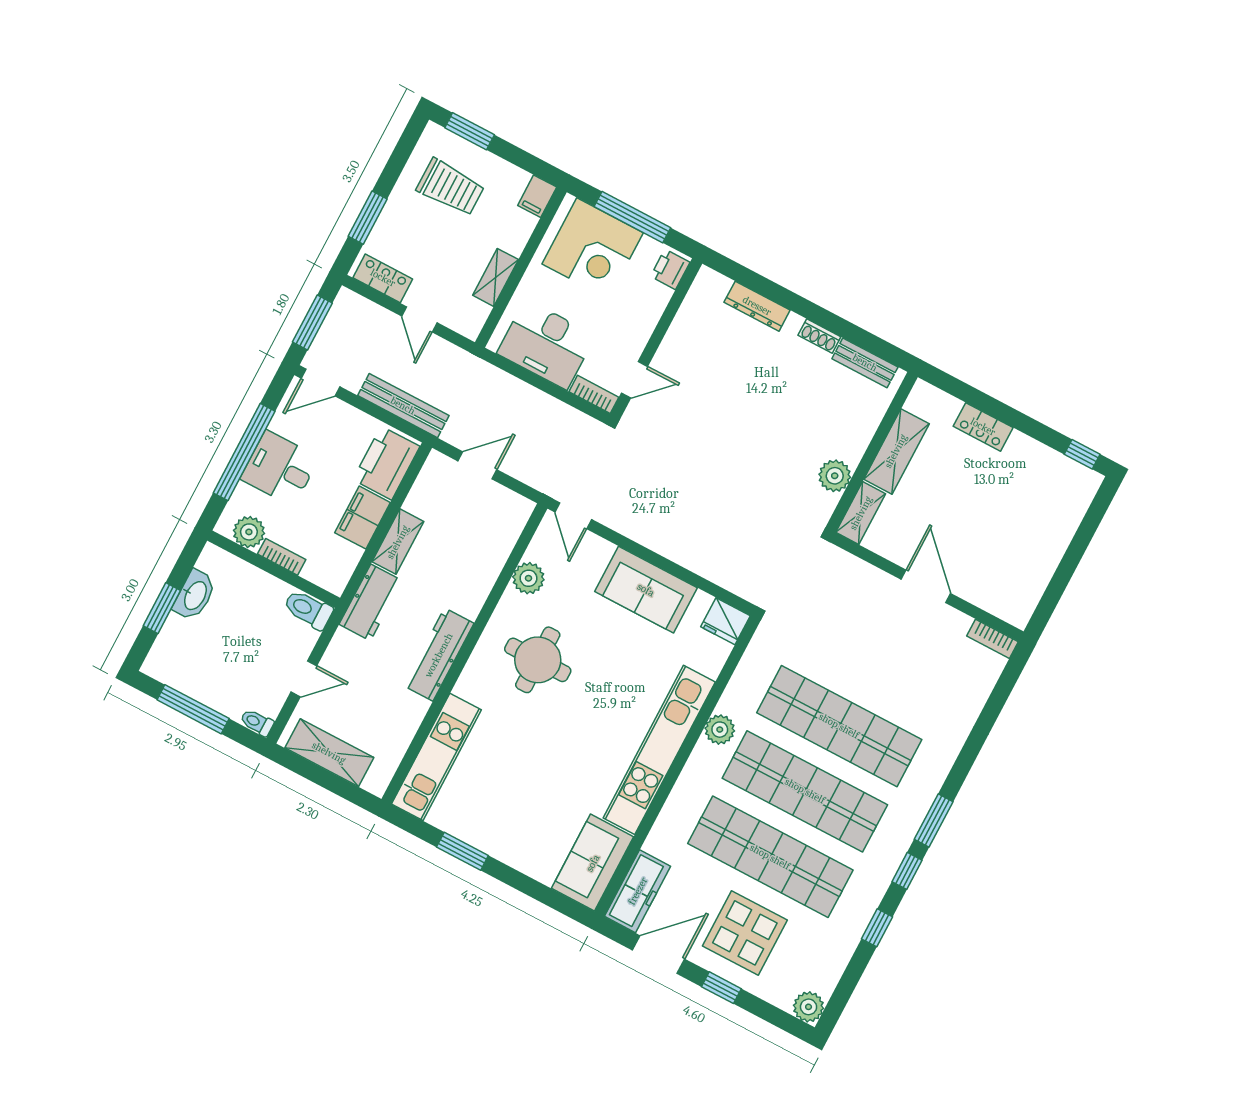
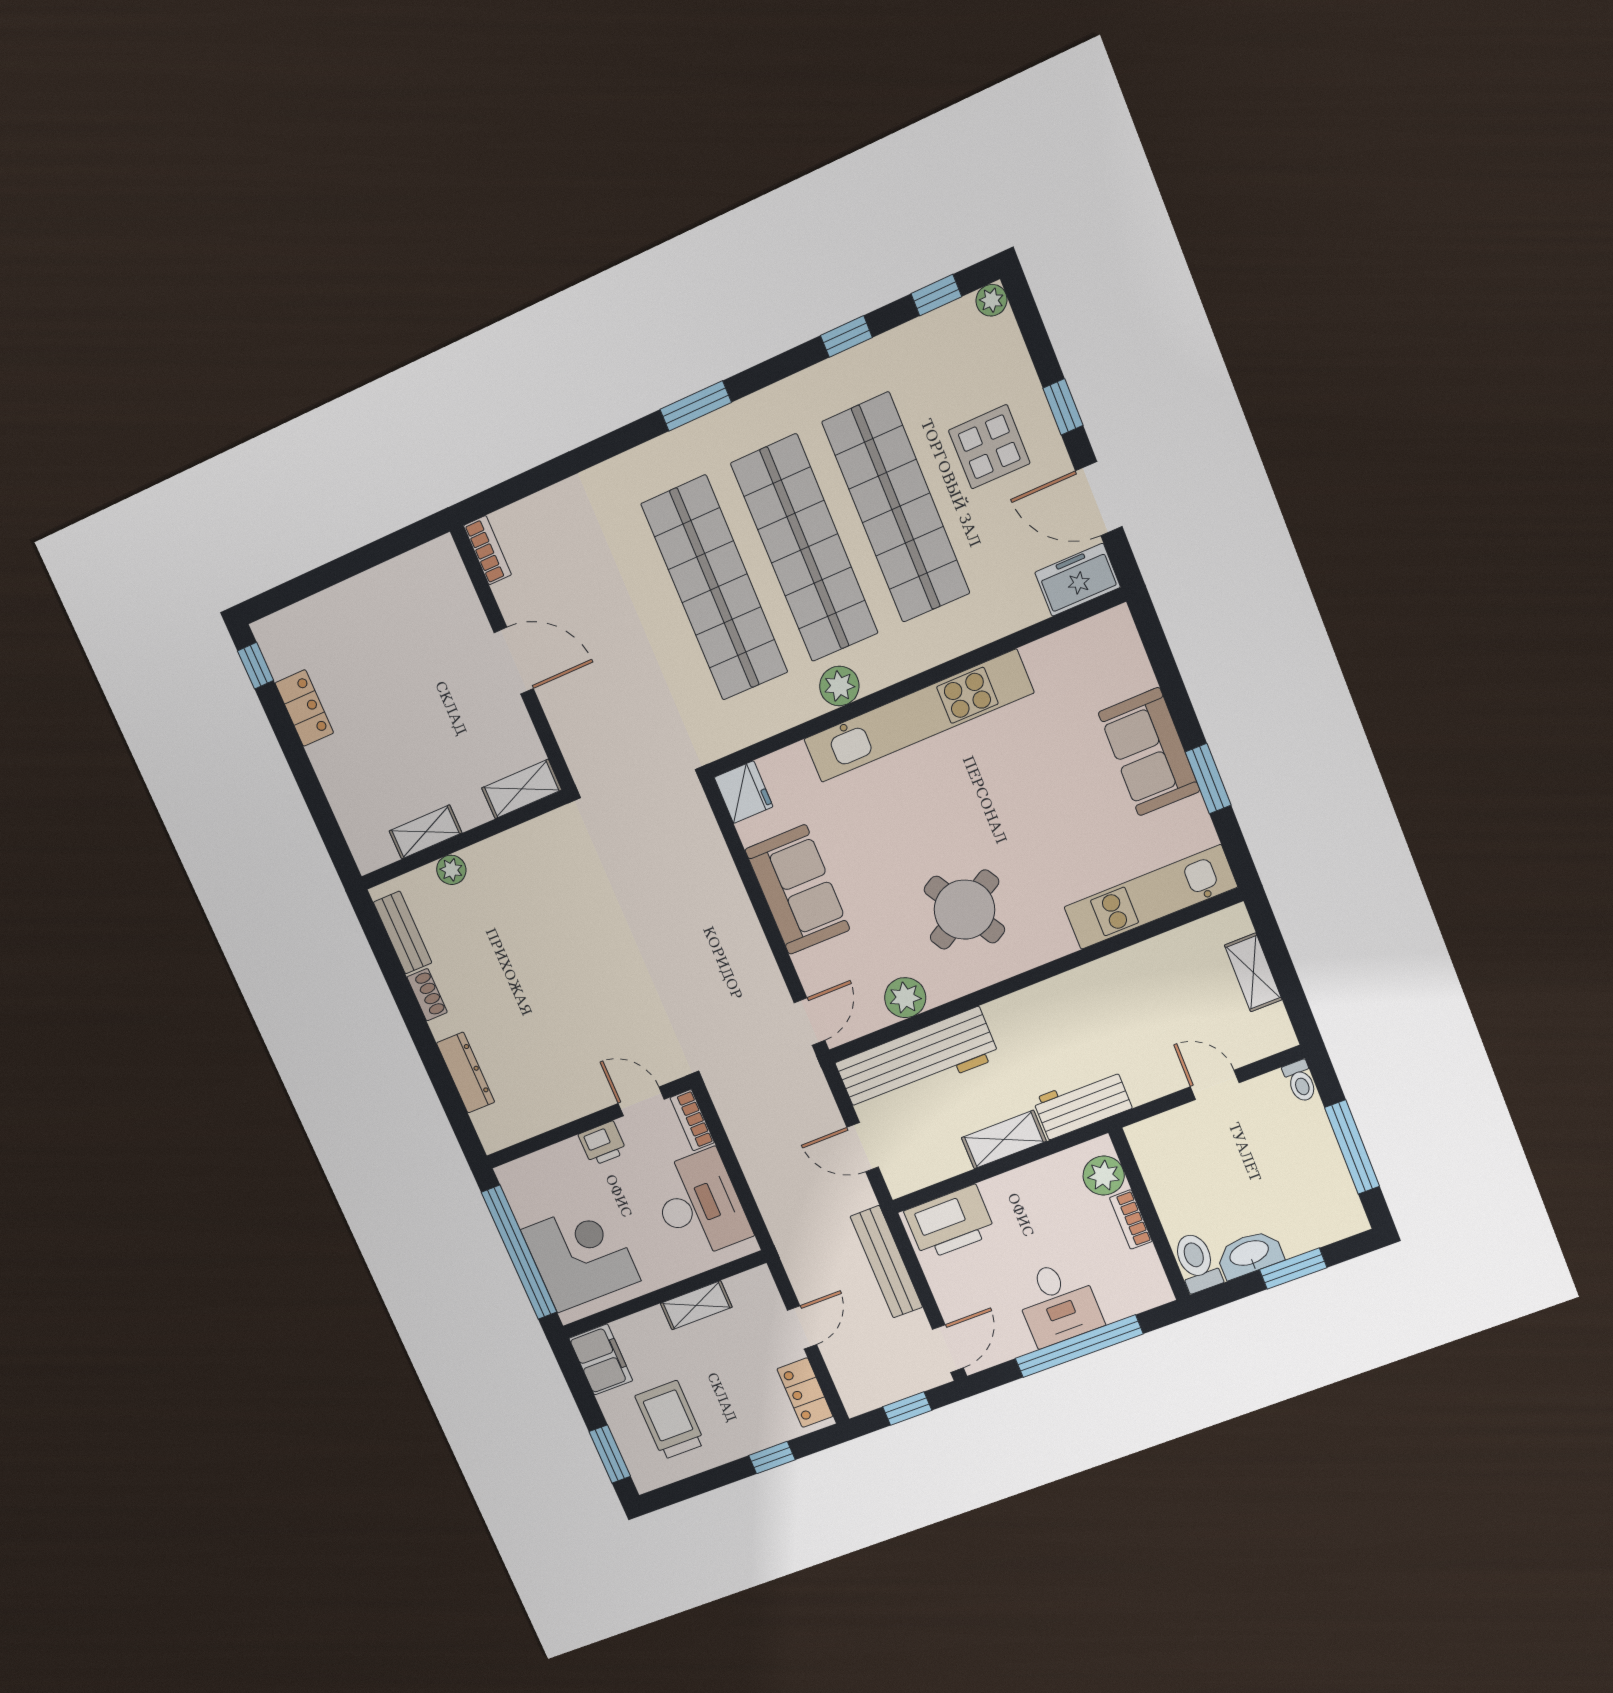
filing cabinet: (537, 196) -> (601, 1359), width x2.00
window: (632, 217) -> (519, 1252), width x1.46
window: (368, 218) -> (772, 1458), width x0.67
printer: (670, 269) -> (602, 1143), moved
window: (312, 323) -> (907, 1408), width x0.67
door: (320, 382) -> (948, 1349), hinge flipped
locker: (983, 427) -> (304, 708), moved
shelving: (896, 451) -> (426, 832), width x0.67, depth x0.75
plant: (835, 476) -> (451, 870), moved, width x0.73, depth x0.73
filing cabinet: (363, 518) -> (1018, 1191), removed
plant: (249, 532) -> (1104, 1176), moved
door: (926, 586) -> (514, 661), swing flipped
toilet: (308, 609) -> (1197, 1262), moved, turned 180
workbench: (439, 655) -> (917, 1060), moved, width x1.36, depth x1.32
round table: (538, 660) -> (964, 910), turned -30
shelving: (329, 753) -> (1253, 972), width x0.67, depth x0.75
sofa: (593, 863) -> (1149, 752), moved, turned 90
window: (907, 871) -> (936, 295), moved
freezer: (638, 891) -> (1078, 580), width x0.71
display table: (745, 933) -> (989, 447), width x0.73, depth x0.73
plant: (809, 1007) -> (991, 300), width x0.73, depth x0.73

